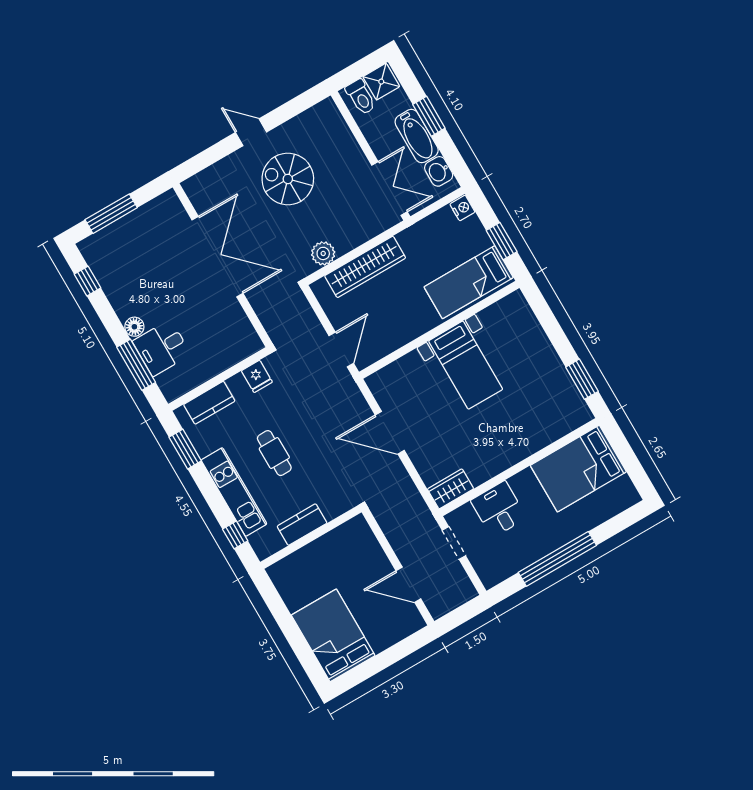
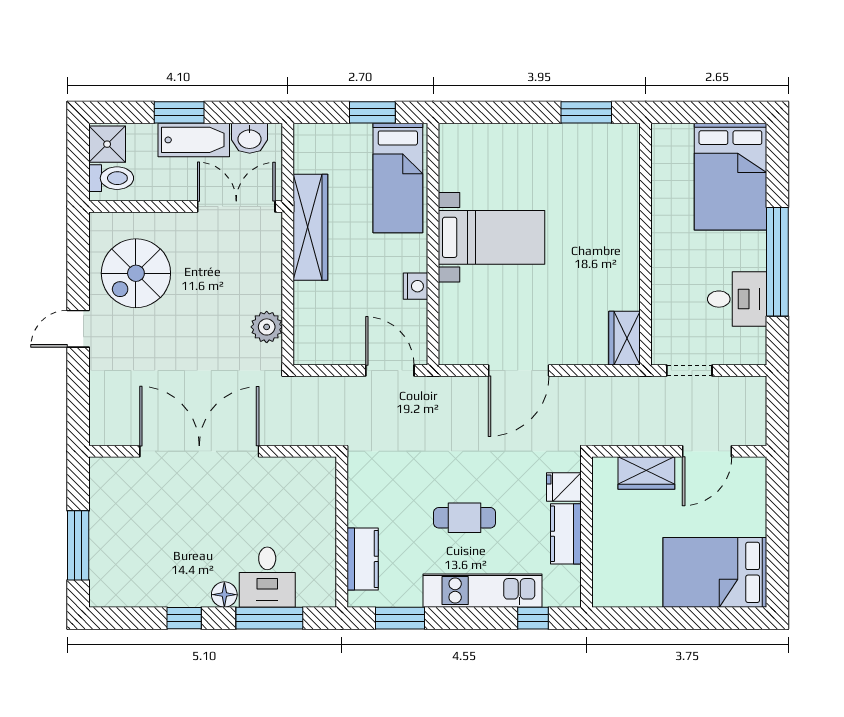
spiral stairs: (288, 179) -> (136, 273), moved
nightstand: (462, 208) -> (416, 286), moved, turned 90
wardrobe: (365, 267) -> (310, 227), moved
window: (87, 281) -> (184, 618), moved
fridge: (257, 376) -> (564, 487), moved, turned 180
bed: (578, 469) -> (730, 177), moved
desk: (499, 509) -> (737, 299), moved, turned 180
wardrobe: (372, 554) -> (646, 473), added

